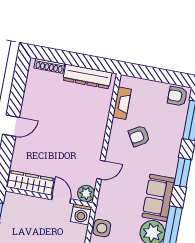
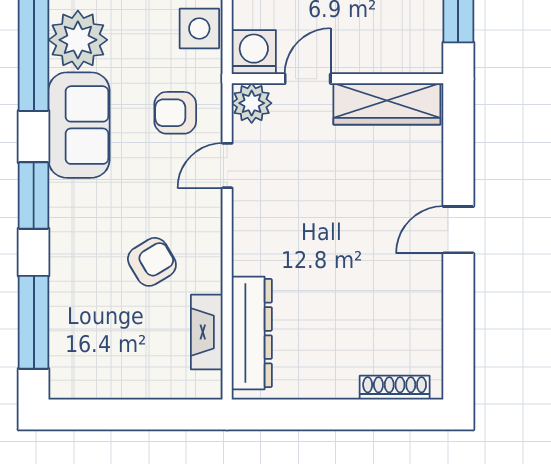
dresser: (87, 77) -> (252, 333), moved, turned 90
armchair: (177, 96) -> (175, 113), moved, turned 180
door: (61, 199) -> (308, 79), swing flipped

